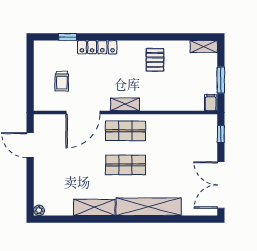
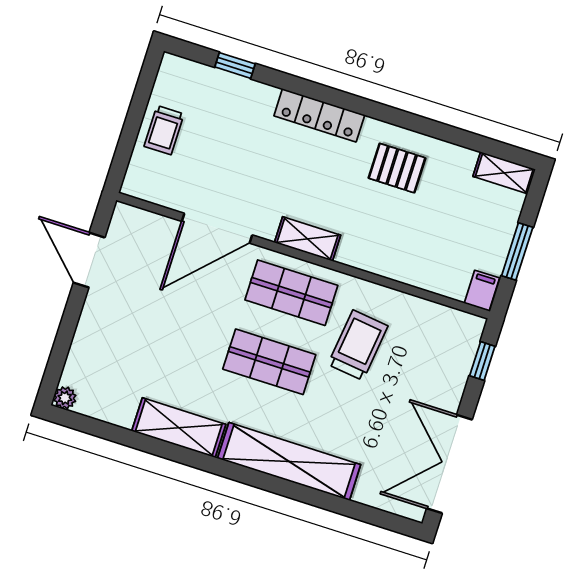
locker: (97, 47) -> (319, 115), moved
pallet: (155, 60) -> (397, 168), turned 90
trolley: (62, 81) -> (164, 130), moved
trolley: (163, 145) -> (358, 345), added

